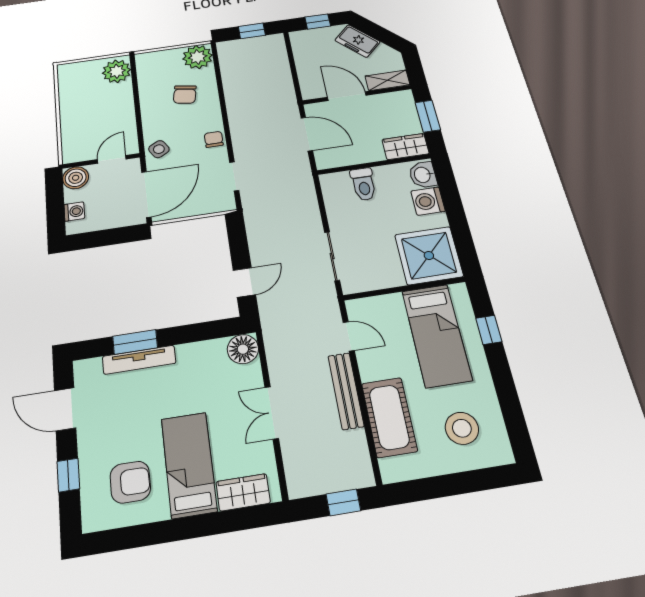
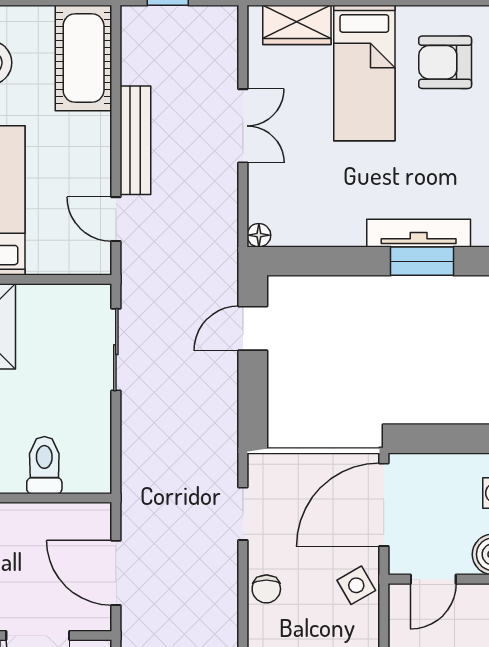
floor lamp: (243, 349) -> (259, 235), width x0.53, depth x0.53
cot: (389, 417) -> (84, 58), moved

